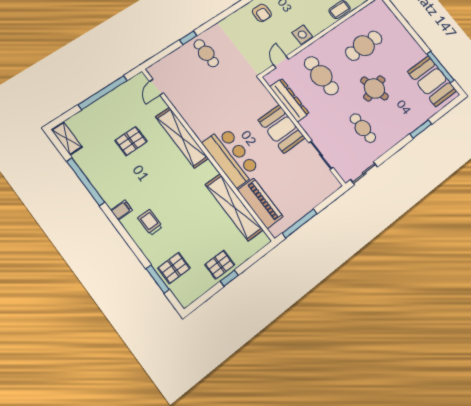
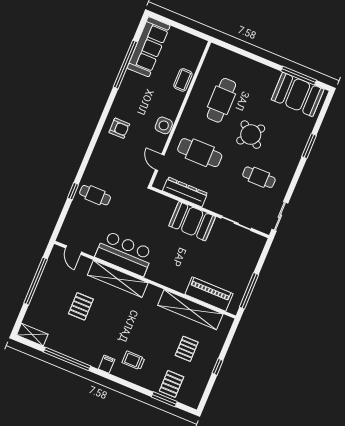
round table: (374, 88) -> (251, 135), turned -38
bar counter: (231, 157) -> (125, 254), moved
pallet: (220, 265) -> (187, 349), moved

